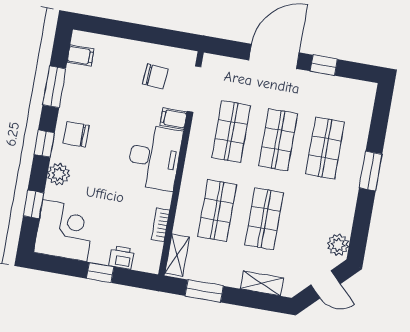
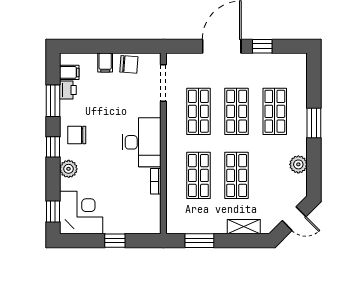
chair: (155, 76) -> (129, 64), moved
filing cabinet: (174, 119) -> (105, 63), moved, turned -90
window: (34, 204) -> (53, 212), moved
bookcase: (161, 225) -> (156, 181), moved
plant: (338, 245) -> (298, 164), moved
shelving: (177, 255) -> (173, 216), removed
printer: (121, 257) -> (68, 90), moved, turned 90

